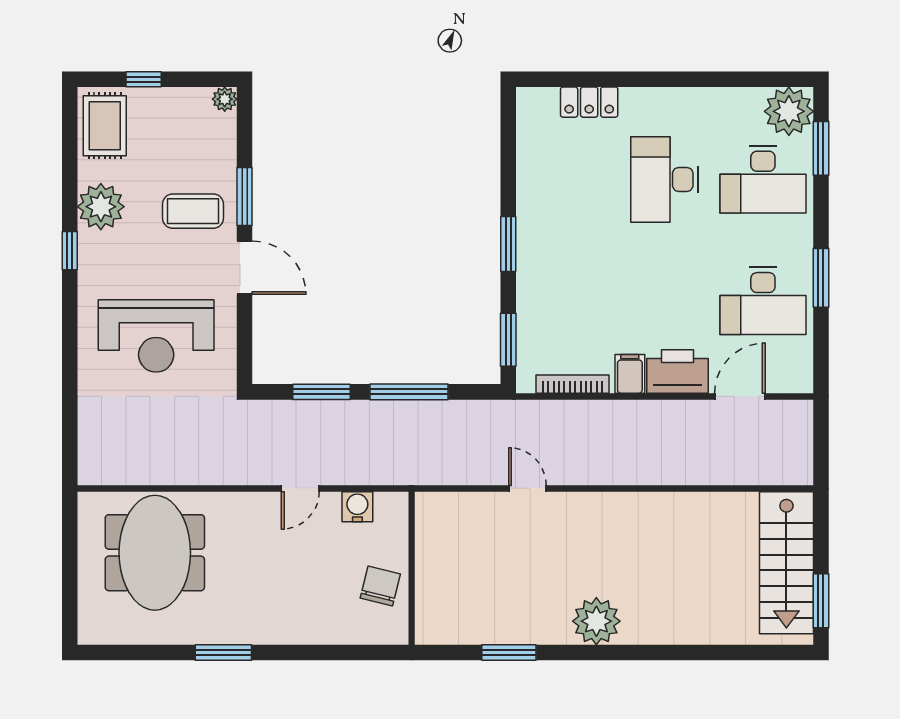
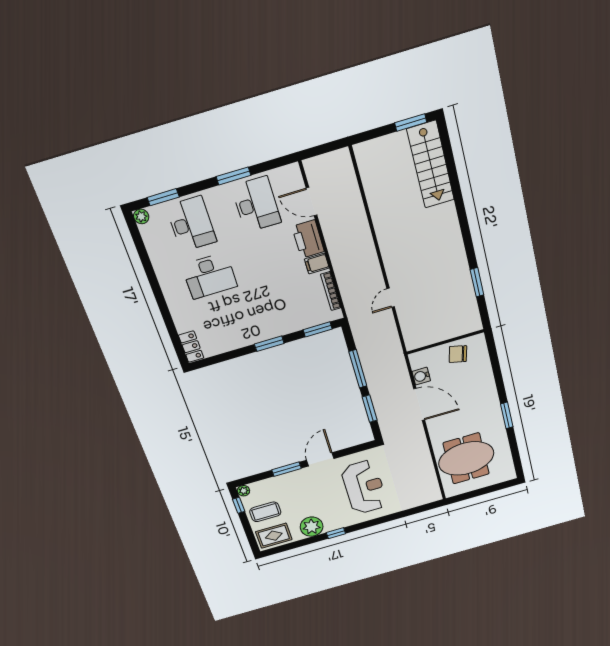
window: (144, 79) -> (239, 505), moved
locker: (589, 102) -> (191, 347), moved
plant: (789, 111) -> (141, 216), width x0.53, depth x0.53
coffee table: (193, 211) -> (265, 512), moved, turned 90
door: (300, 488) -> (419, 404), width x1.87
stairs: (786, 563) -> (431, 165), moved, turned 90
plant: (596, 621) -> (451, 243), removed

